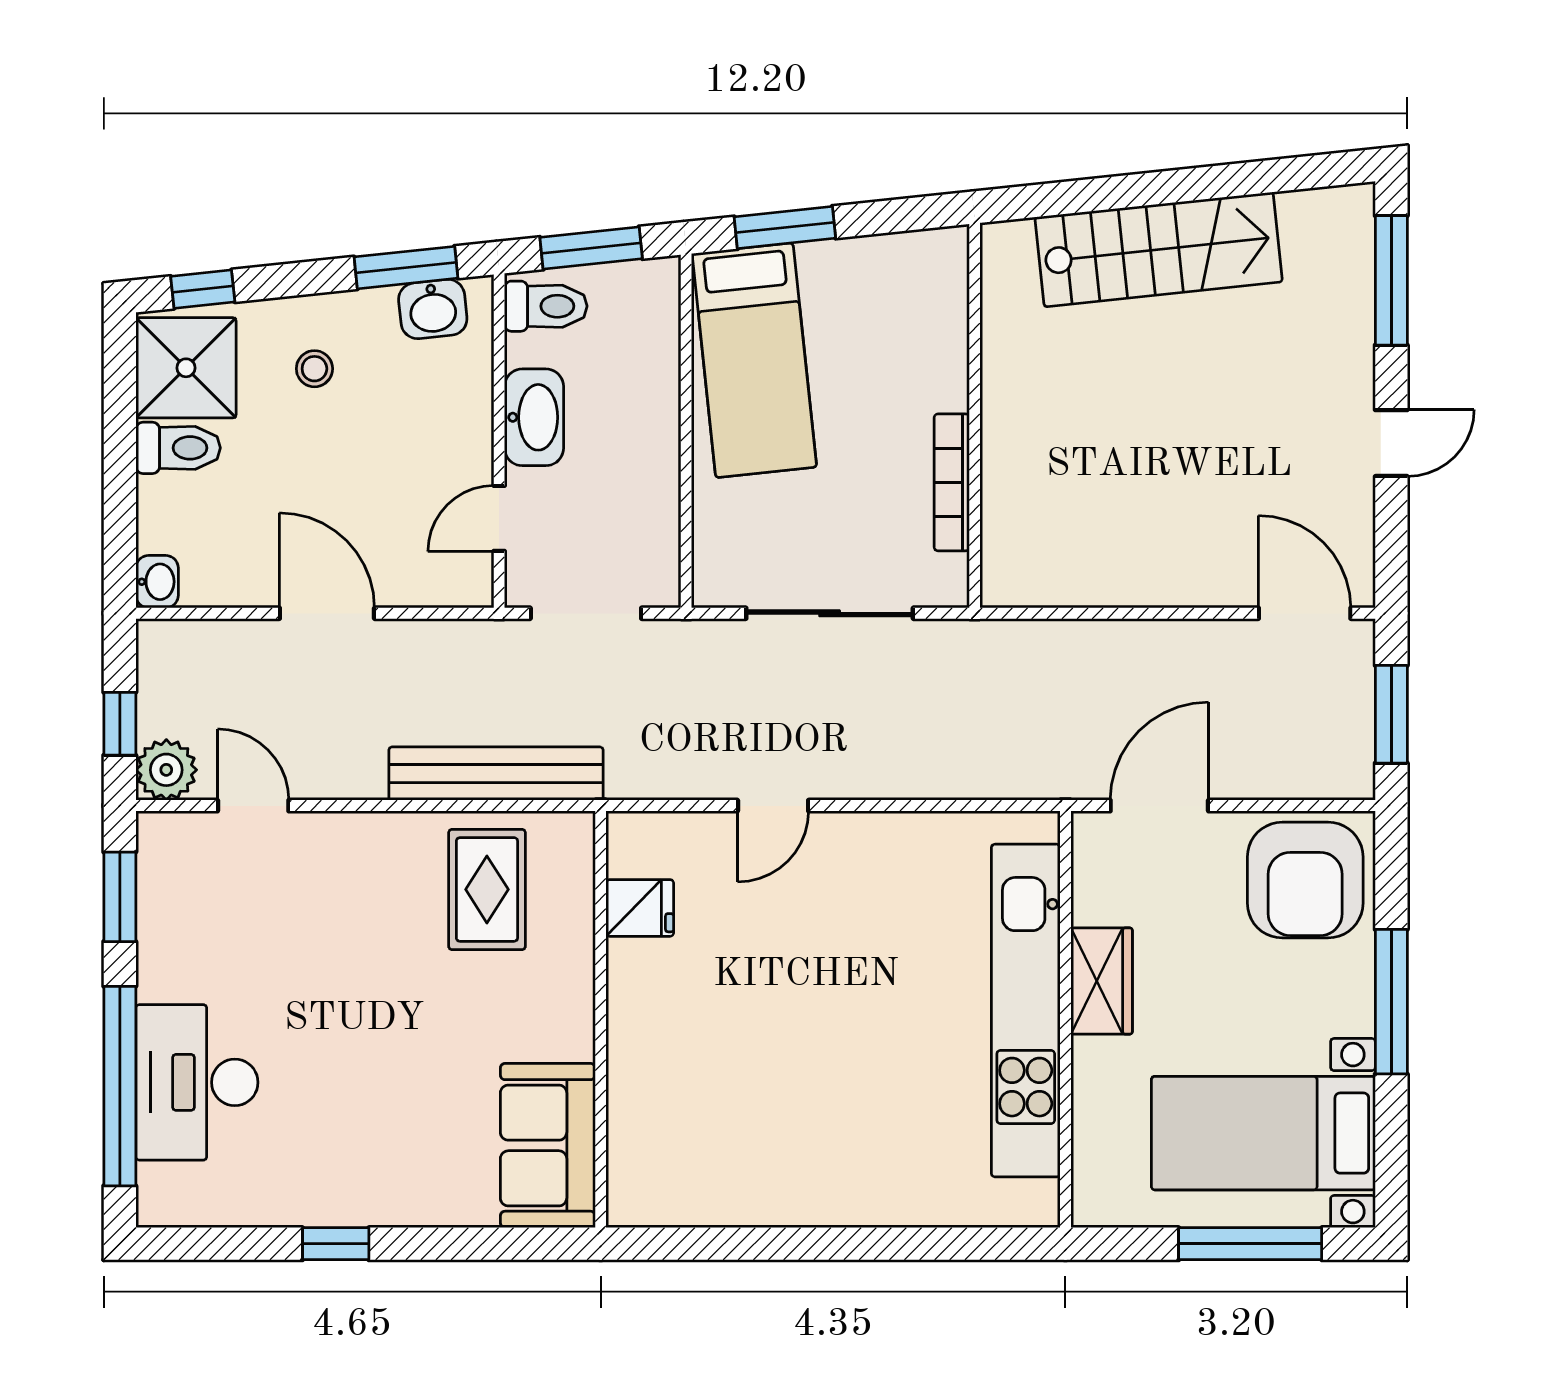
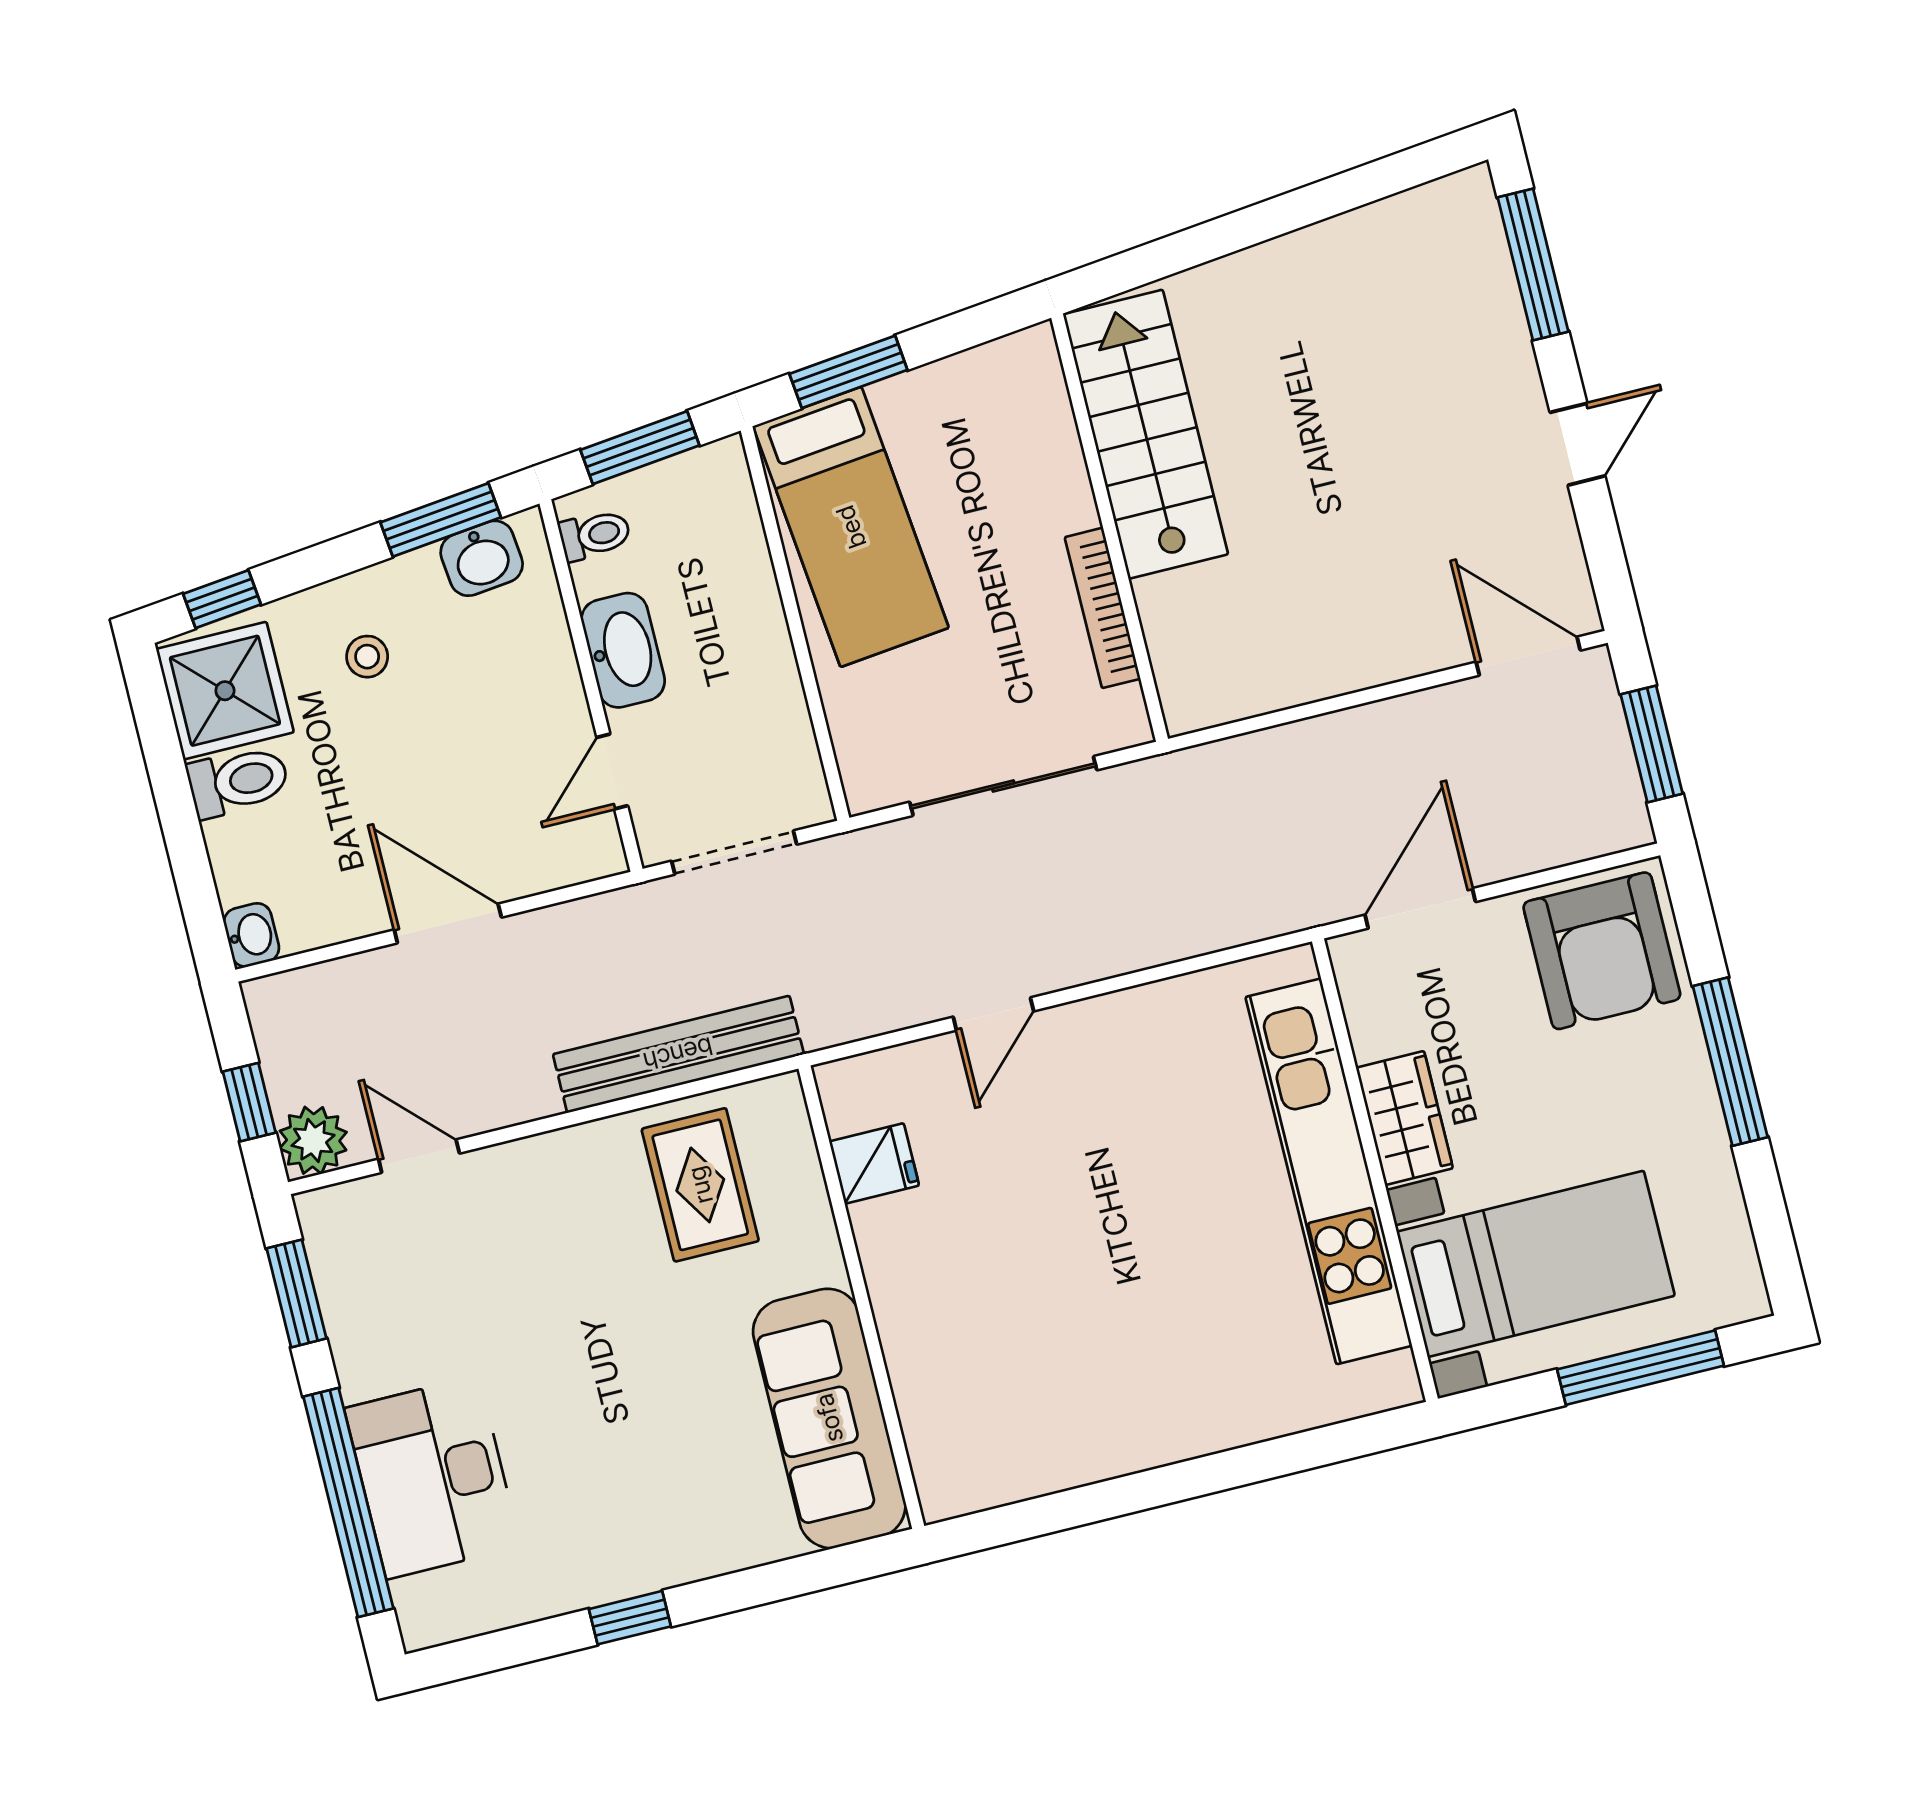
stairs: (1159, 250) -> (1146, 434), moved, turned -84
toilet: (546, 306) -> (595, 535), width x0.73, depth x0.72
bed with nightstands: (1263, 1133) -> (1536, 1264), moved, turned 180
sofa: (548, 1145) -> (829, 1418), width x1.36

